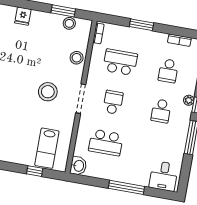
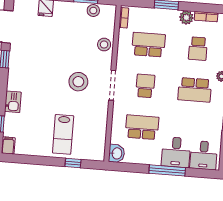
plant: (160, 39) -> (186, 17), added
school desk: (161, 111) -> (195, 90), width x1.85
school desk: (106, 143) -> (142, 127), turned 180
lab bench: (47, 148) -> (63, 134), moved
desk: (137, 170) -> (176, 152), added

